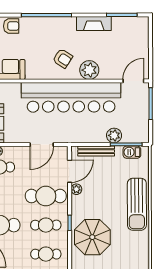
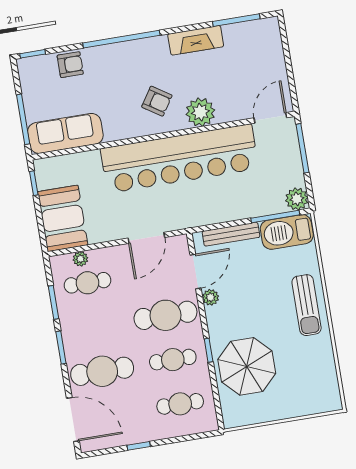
plant: (114, 135) -> (297, 199), moved
barbecue: (132, 152) -> (287, 232), width x1.88, depth x1.53
sun lounger: (137, 204) -> (307, 305), width x0.73, depth x0.75

